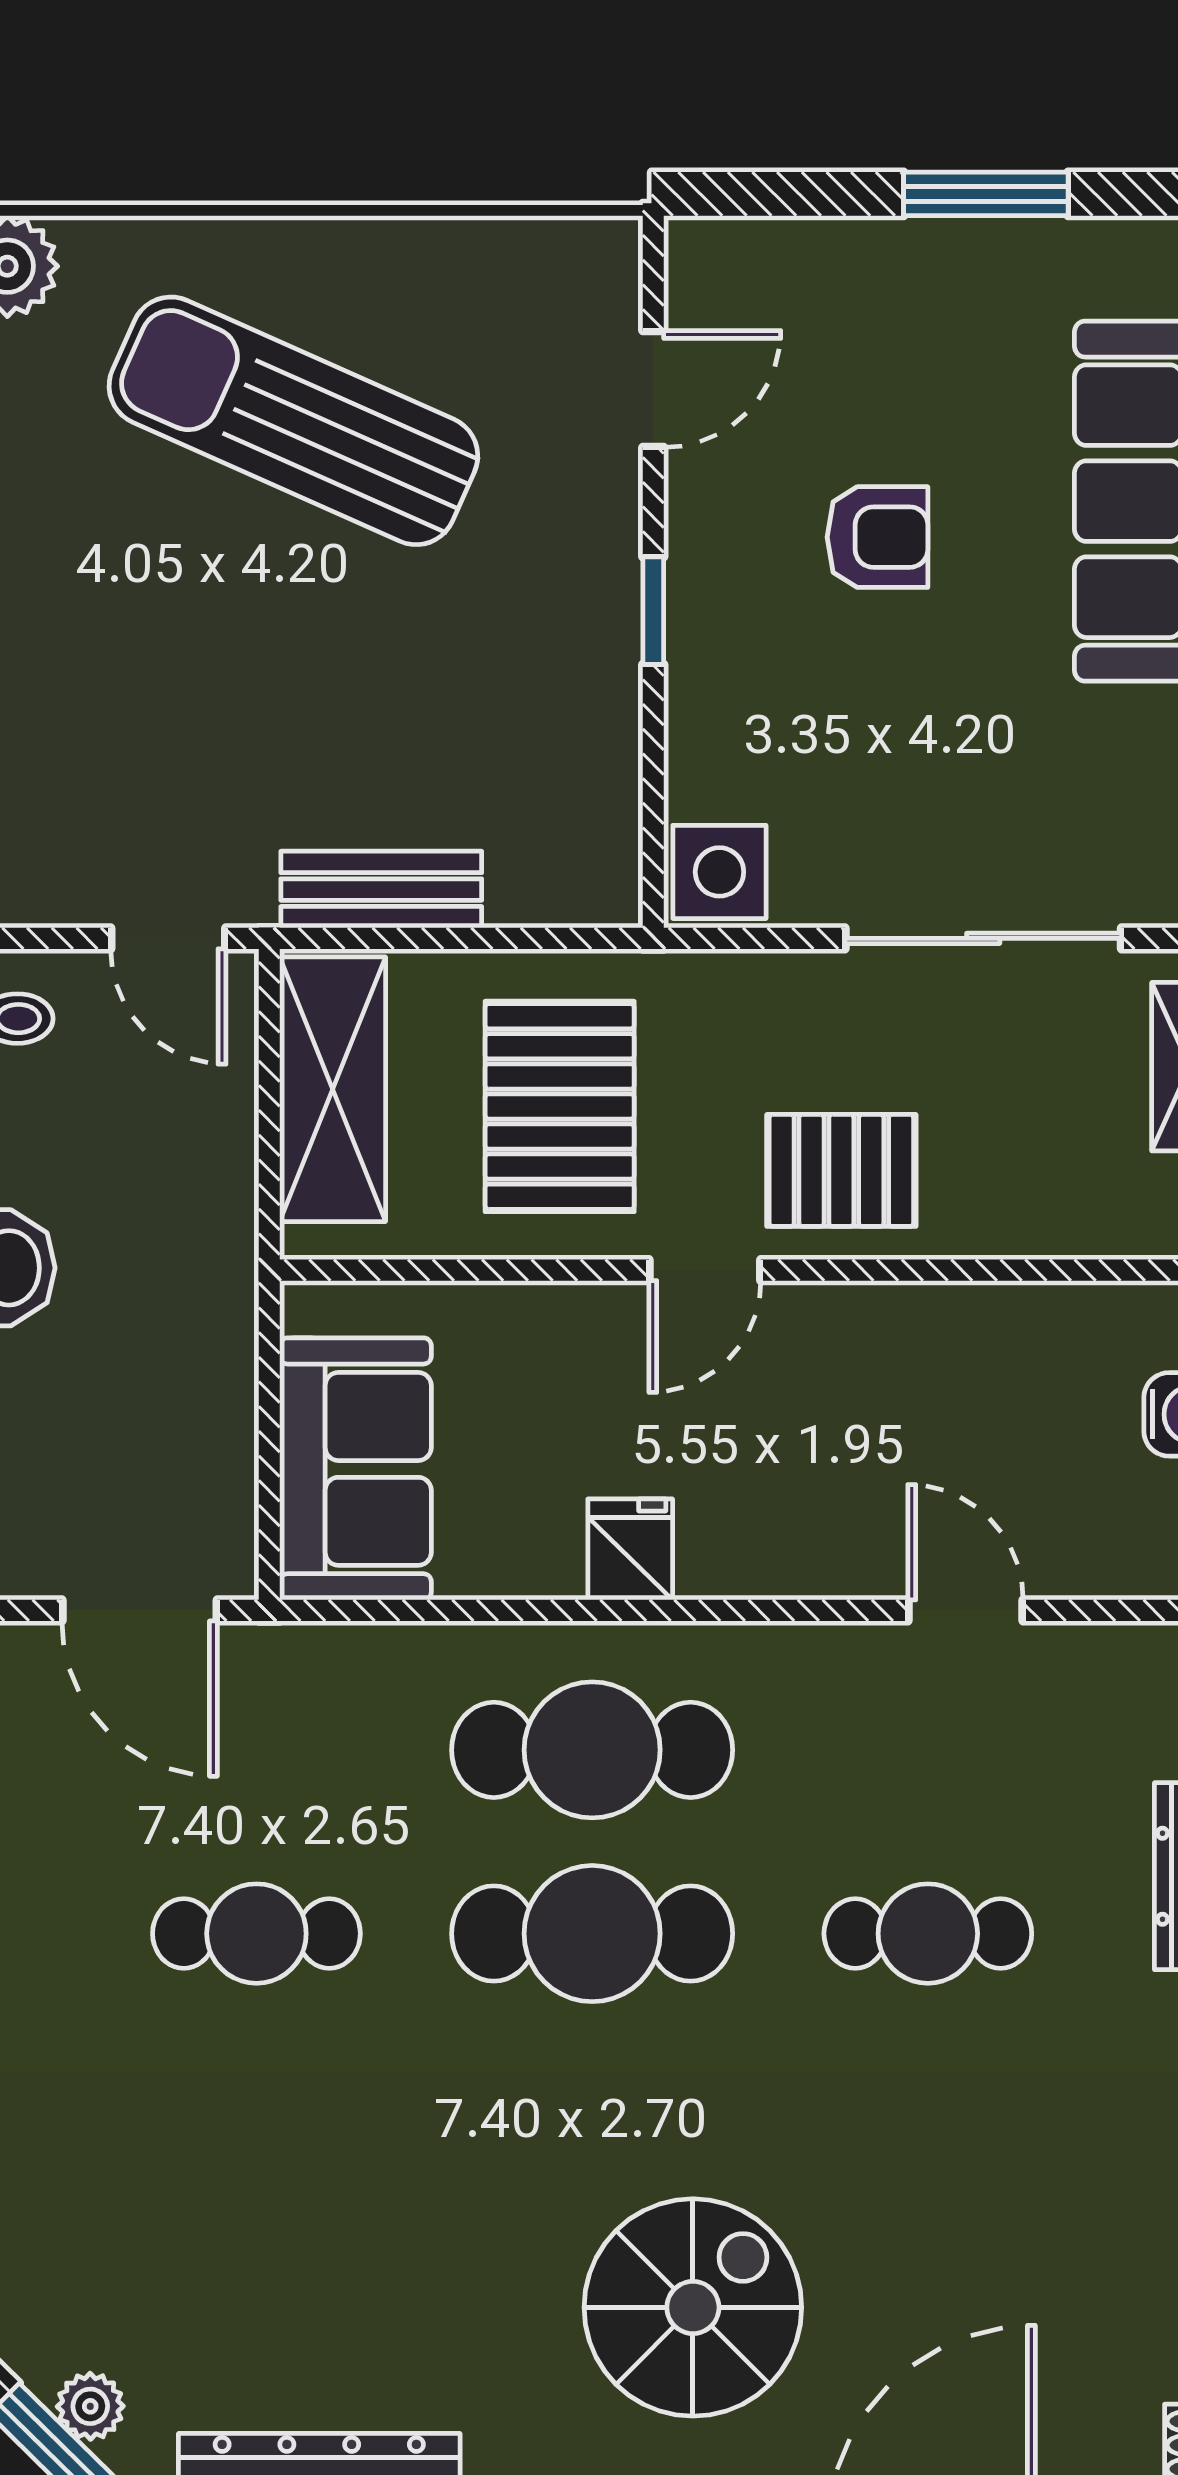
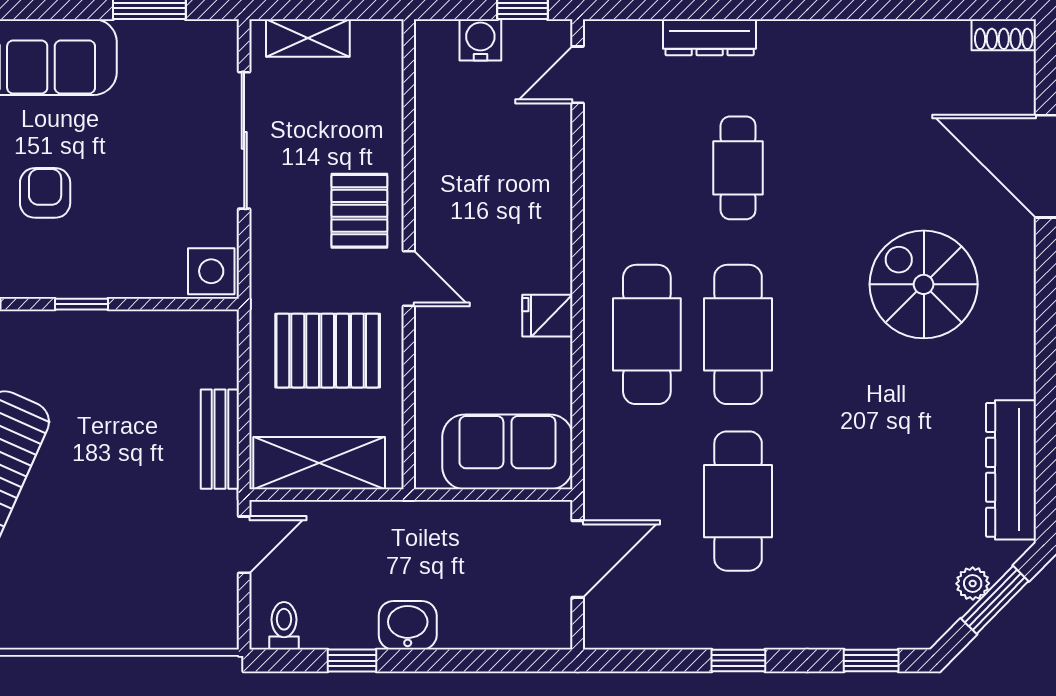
door: (966, 1610) -> (578, 75), moved
cafe table: (256, 1934) -> (738, 501), width x1.37, depth x1.35

